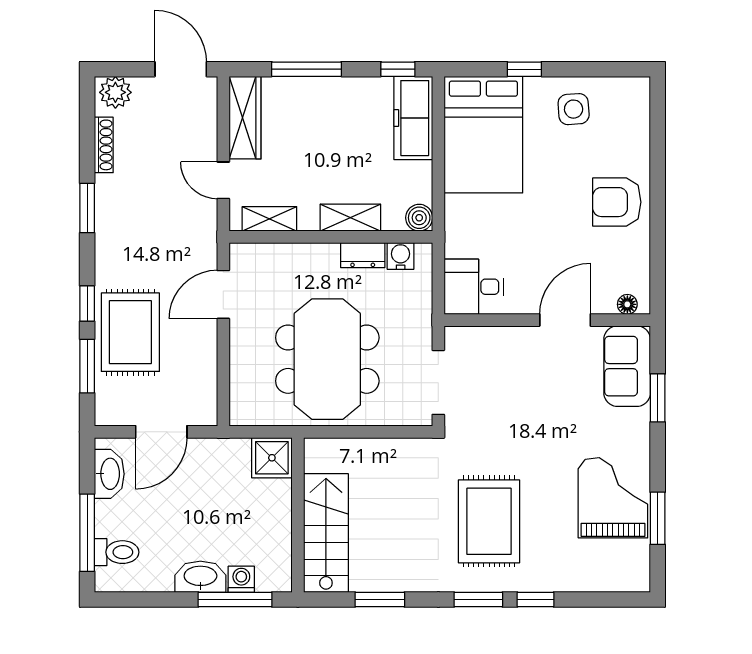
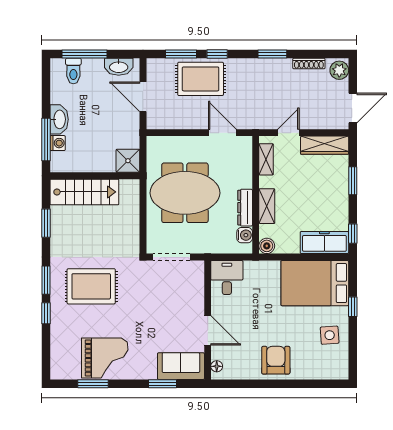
window: (306, 69) -> (353, 181), width x0.69
dresser: (363, 255) -> (245, 208), width x1.44

